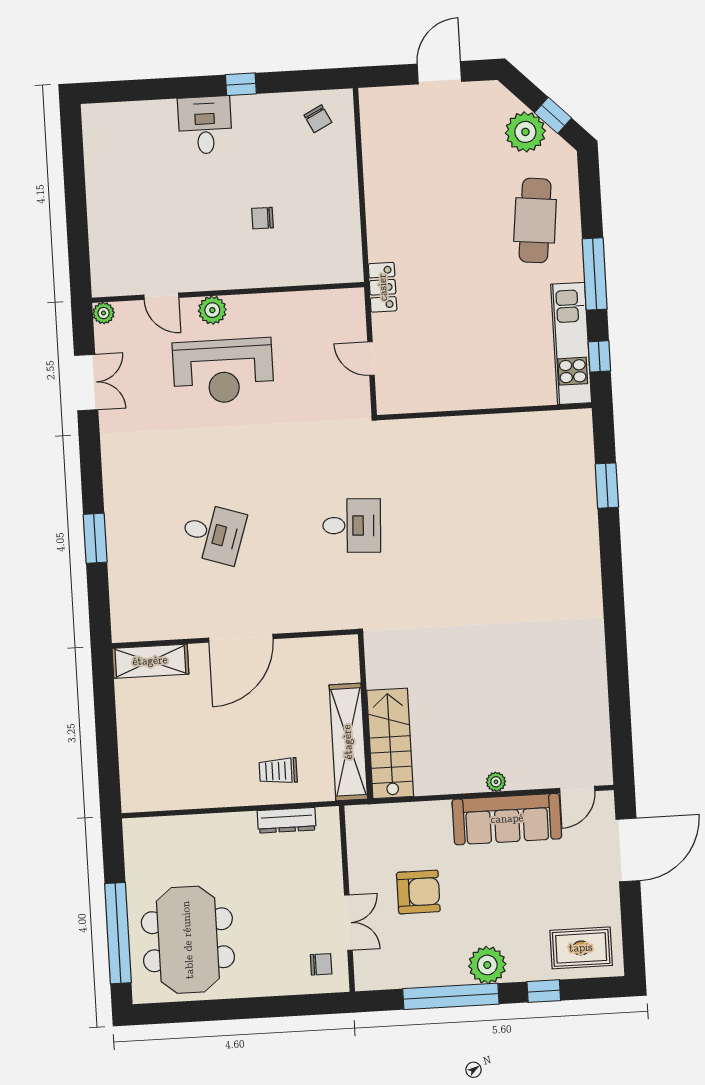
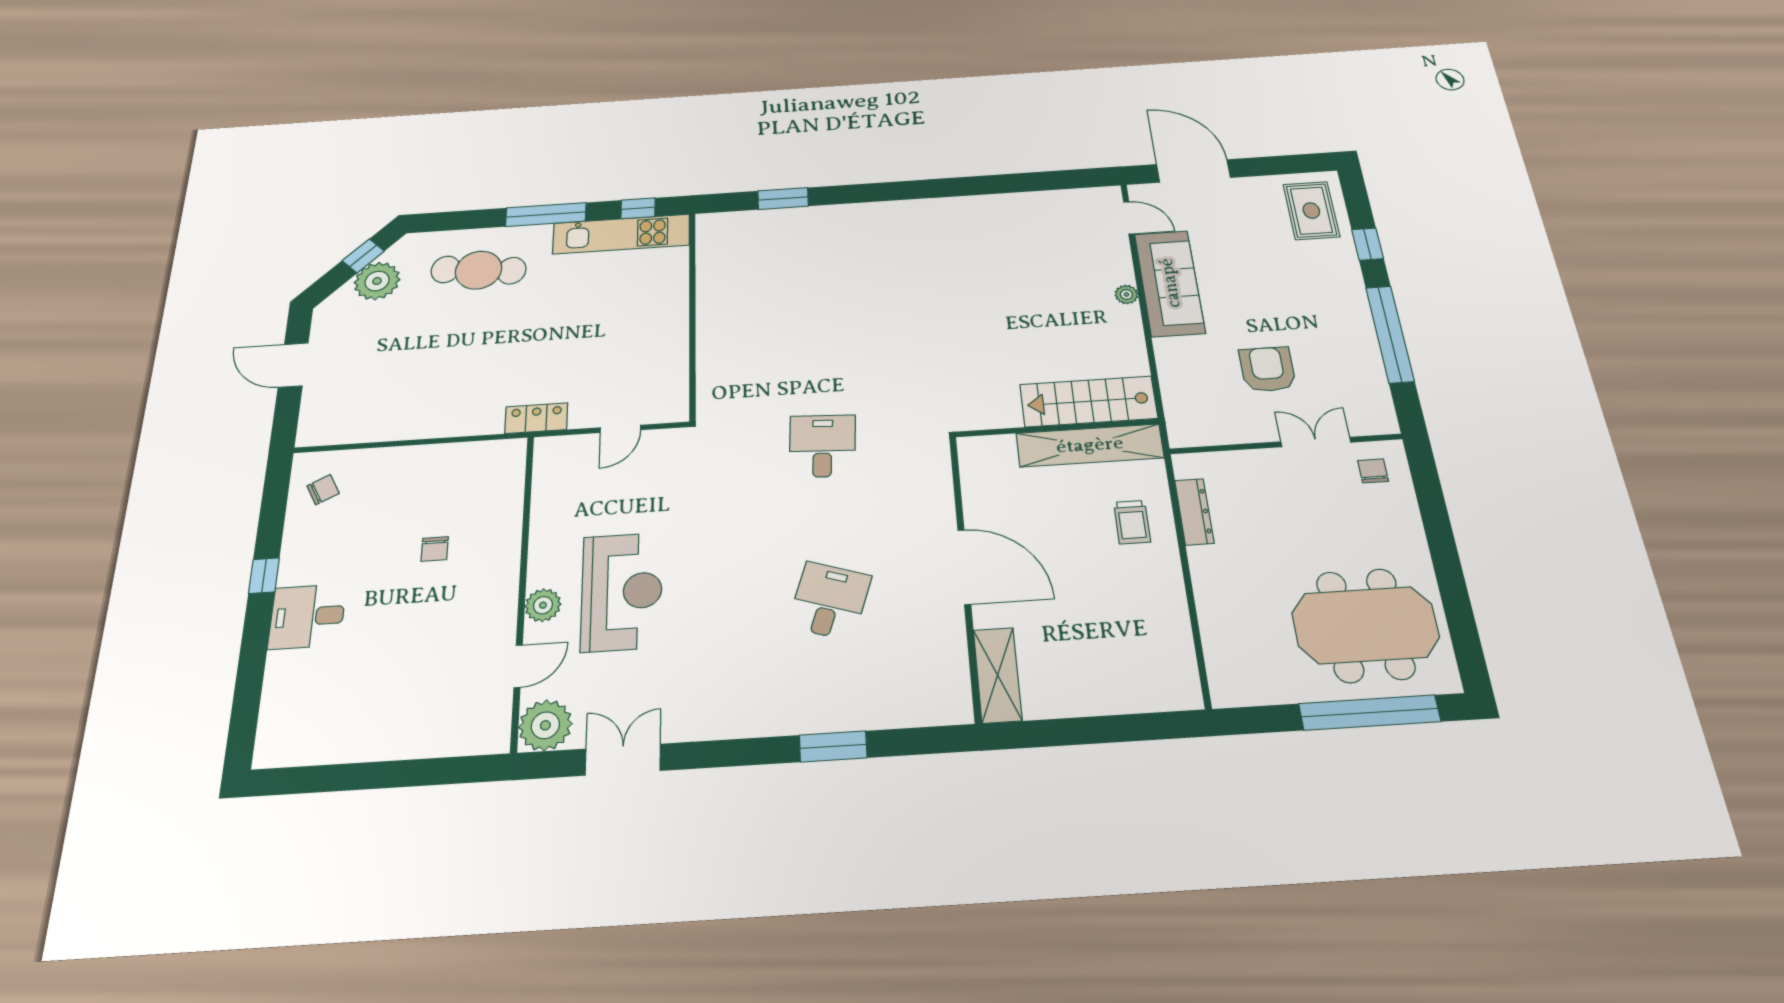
plant: (104, 313) -> (545, 725), width x1.87, depth x1.87
plant: (487, 965) -> (1346, 299), removed

